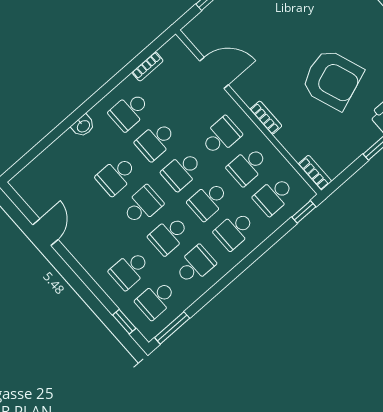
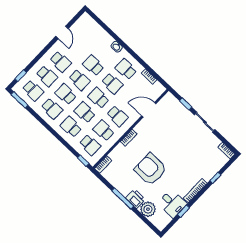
door: (214, 73) -> (149, 110), swing flipped
armchair: (332, 79) -> (151, 169), turned 110
school desk: (156, 141) -> (112, 84), turned 180
school desk: (274, 196) -> (90, 145), turned 180
door: (45, 232) -> (62, 32), hinge flipped
school desk: (103, 240) -> (61, 62), added
school desk: (130, 270) -> (47, 76), turned 180
school desk: (156, 300) -> (33, 90), turned 180

